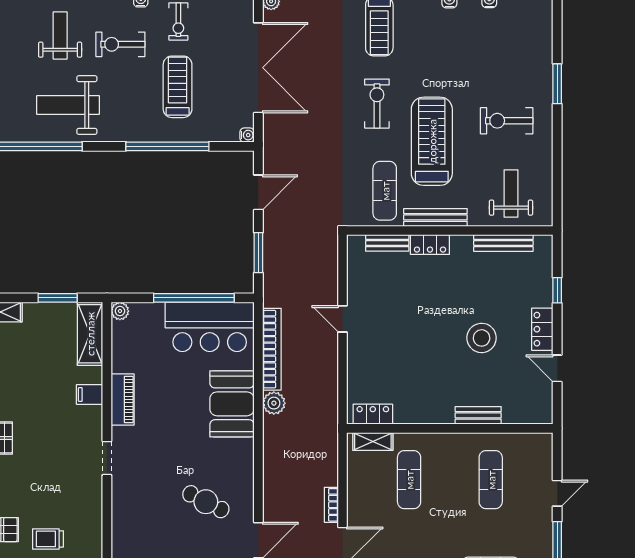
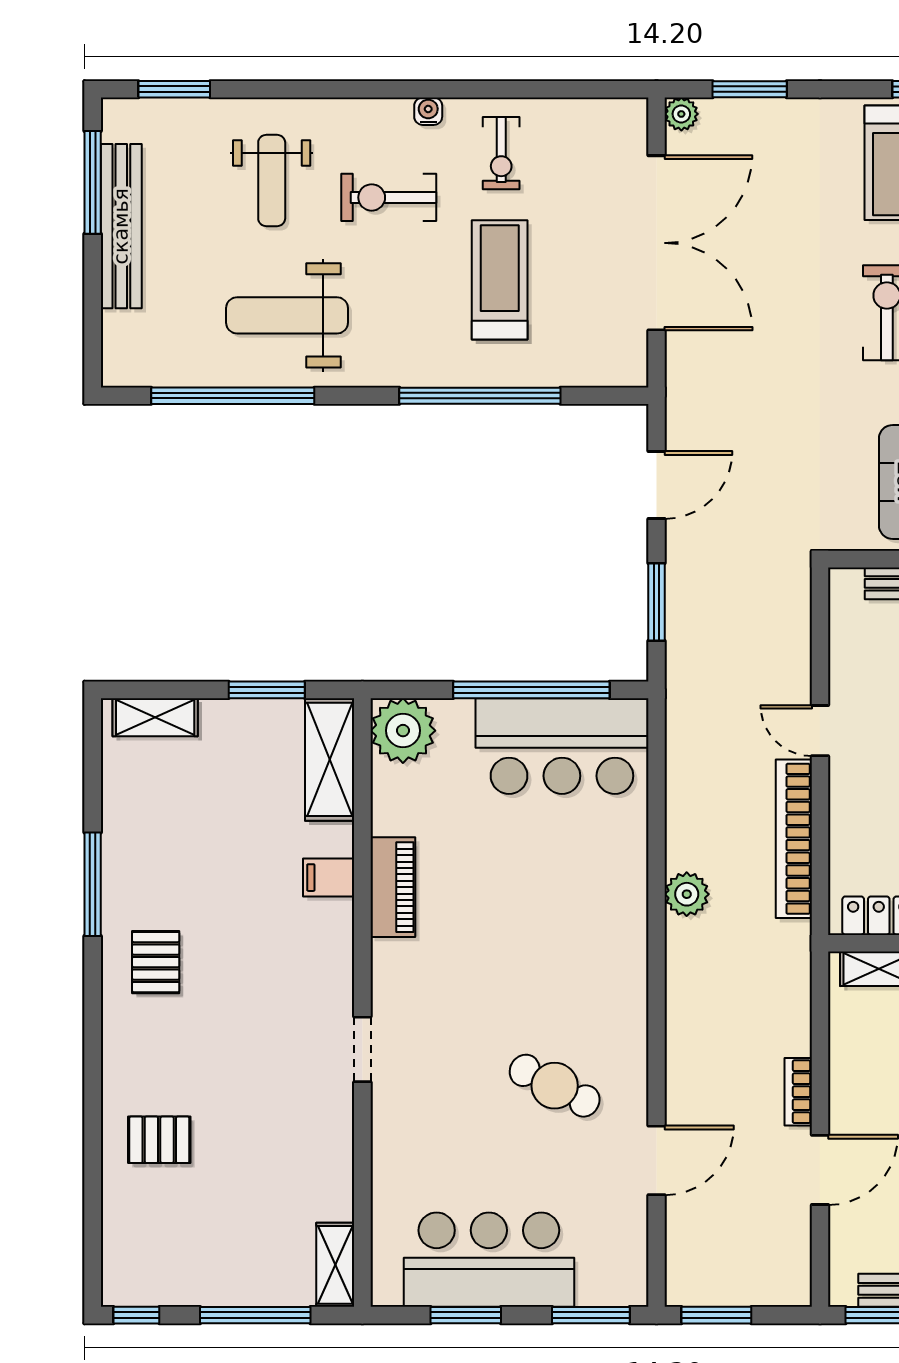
weight bench: (60, 36) -> (272, 180), turned 180
water cooler: (247, 135) -> (635, 374), removed
plant: (120, 311) -> (403, 731), width x1.87, depth x1.87
bookcase: (272, 349) -> (794, 839), moved, turned 180
booth: (232, 404) -> (605, 896), removed
doorway: (107, 458) -> (362, 1049), moved
trolley: (48, 539) -> (248, 1158), removed

